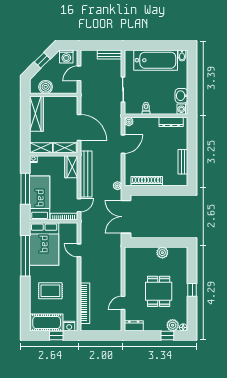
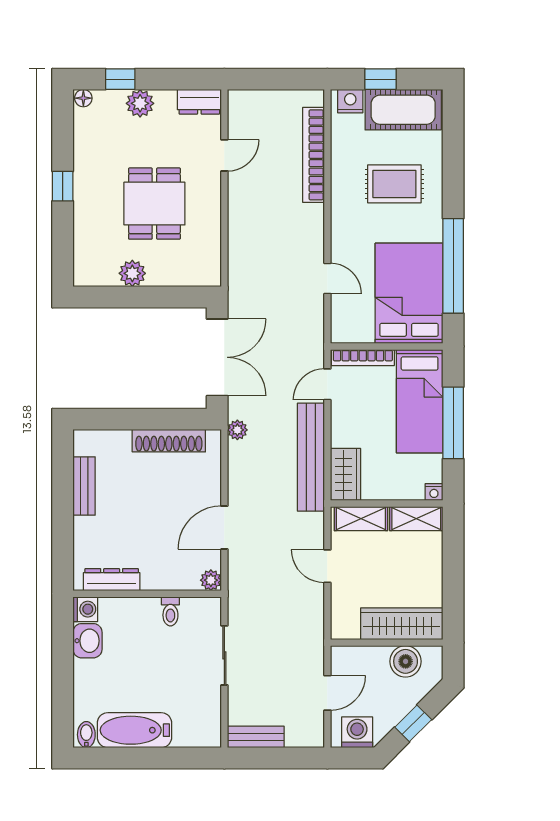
bathtub: (156, 60) -> (134, 730), width x0.73, depth x0.73
wardrobe: (36, 114) -> (402, 624), moved, turned 90
door: (79, 128) -> (327, 566), width x0.53
dining table: (159, 291) -> (154, 204), moved
plant: (173, 325) -> (140, 103), moved

